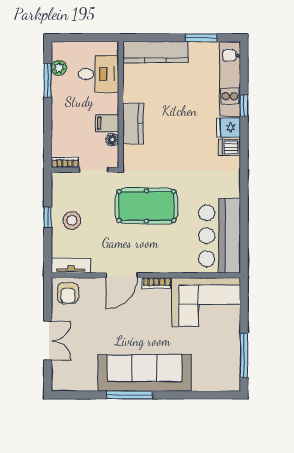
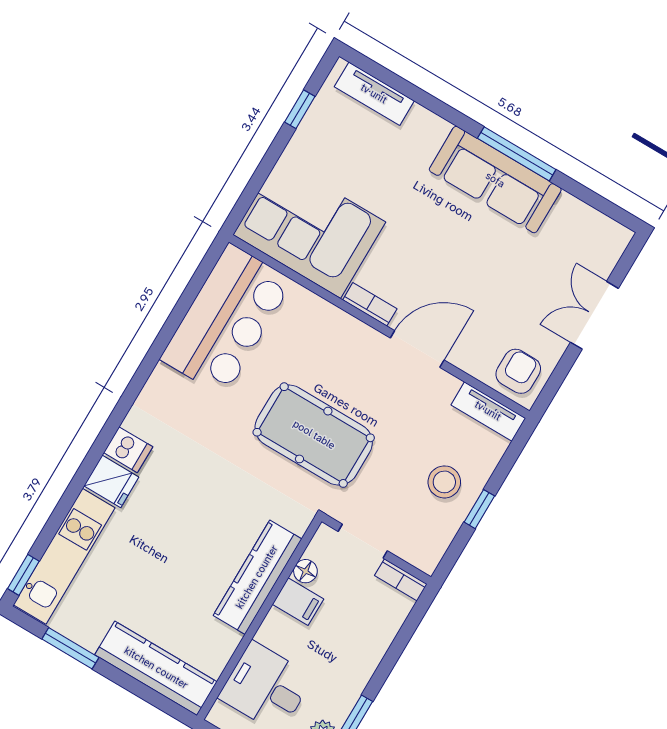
window: (244, 106) -> (23, 575), moved
kitchen counter: (133, 123) -> (257, 577), width x1.50
window: (244, 355) -> (300, 109), width x0.46
sofa: (145, 373) -> (495, 180), width x0.74, depth x0.79
tv unit: (213, 383) -> (374, 94), added

